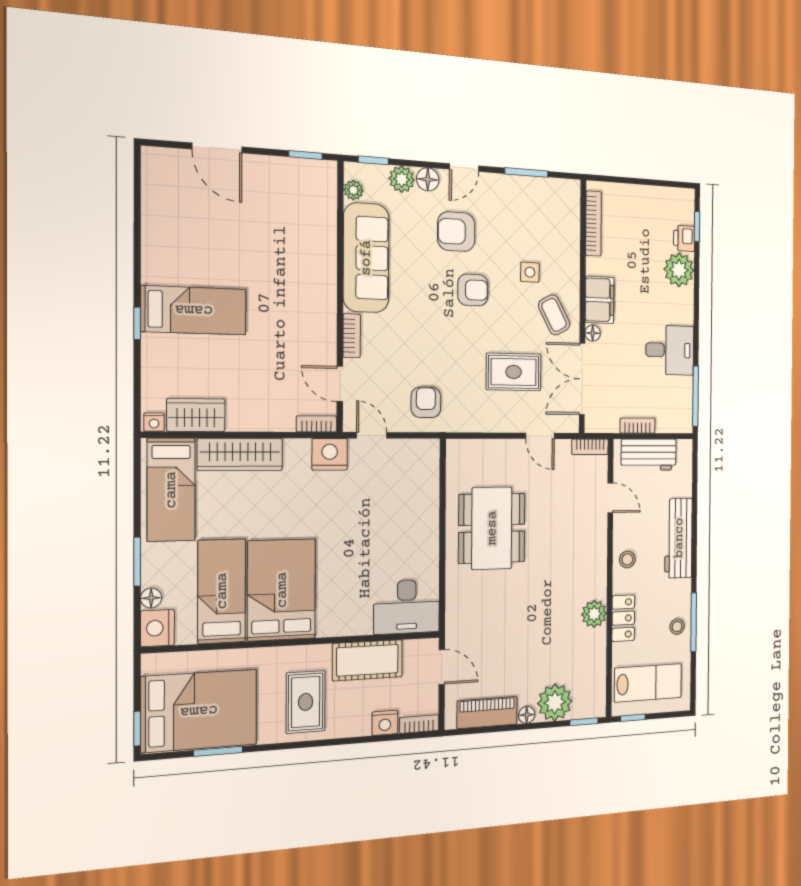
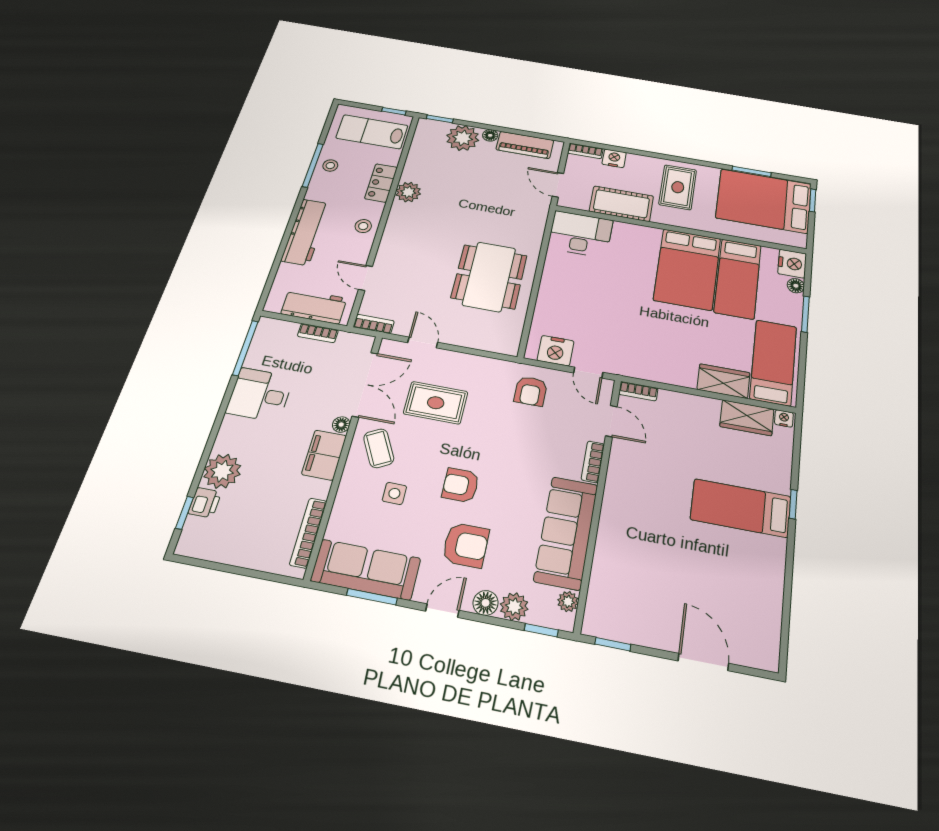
sofa: (537, 196) -> (366, 570), added
wardrobe: (240, 454) -> (723, 381), width x0.67
nightstand: (330, 454) -> (556, 351), moved

